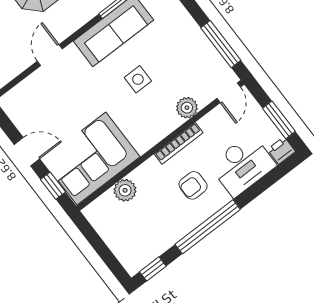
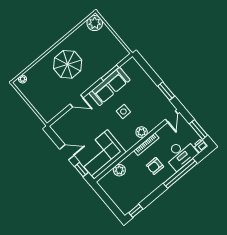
window: (221, 44) -> (166, 91), width x0.69
door: (50, 55) -> (77, 101), swing flipped
plant: (187, 108) -> (142, 132), moved
window: (208, 227) -> (180, 173), moved

